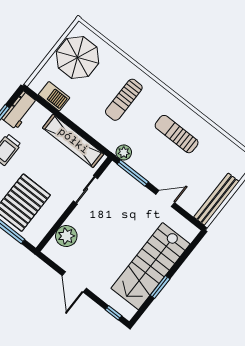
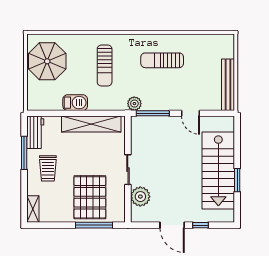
barbecue: (54, 96) -> (75, 103), moved
sliding door: (85, 190) -> (128, 170), moved
door: (165, 198) -> (191, 113), swing flipped
window: (113, 313) -> (200, 225), moved

